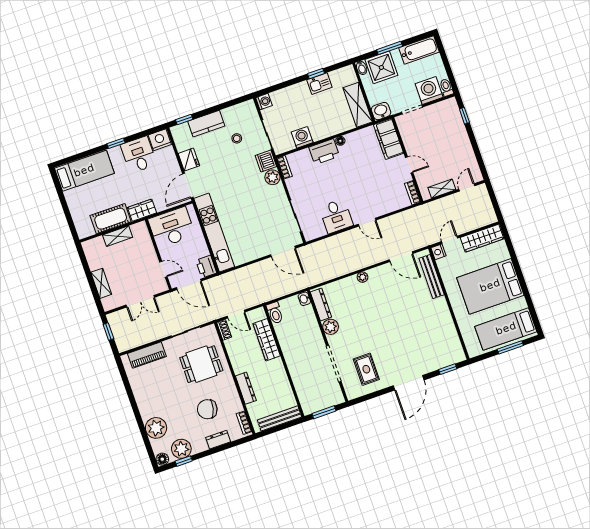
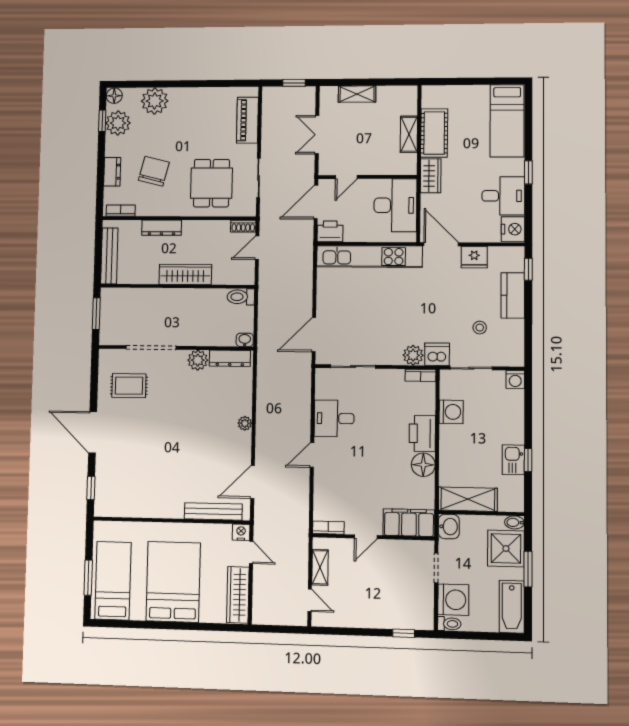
floor lamp: (340, 141) -> (423, 465), width x1.89, depth x1.89
wardrobe: (267, 340) -> (185, 274), moved

